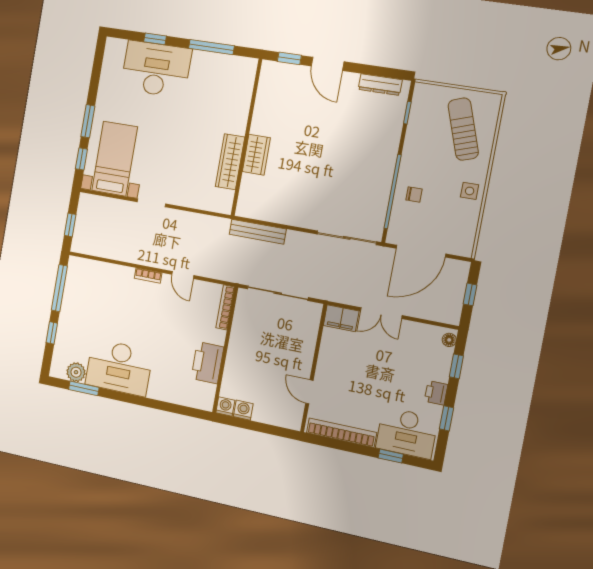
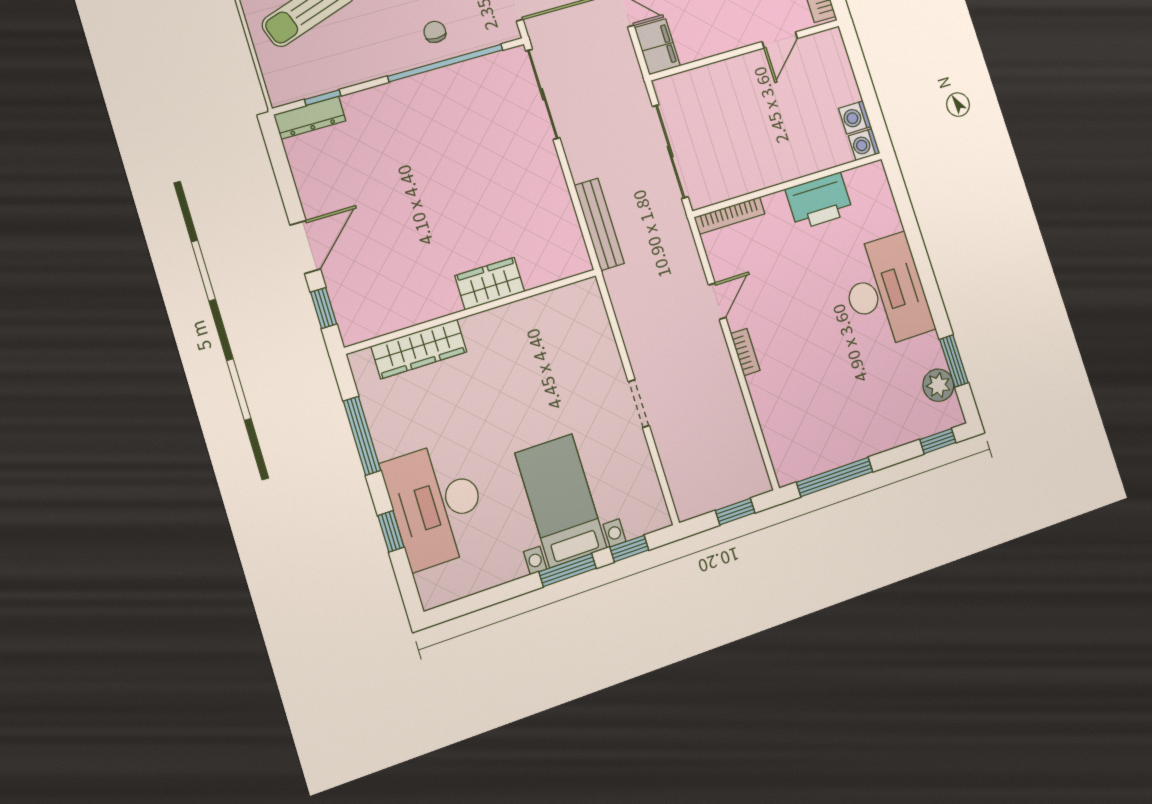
dresser: (380, 85) -> (310, 118), moved, turned 90
bed with nightstands: (115, 159) -> (561, 501), moved, turned 90
wardrobe: (230, 162) -> (419, 349), moved
window: (52, 333) -> (938, 441), moved
desk: (119, 367) -> (885, 291), moved

